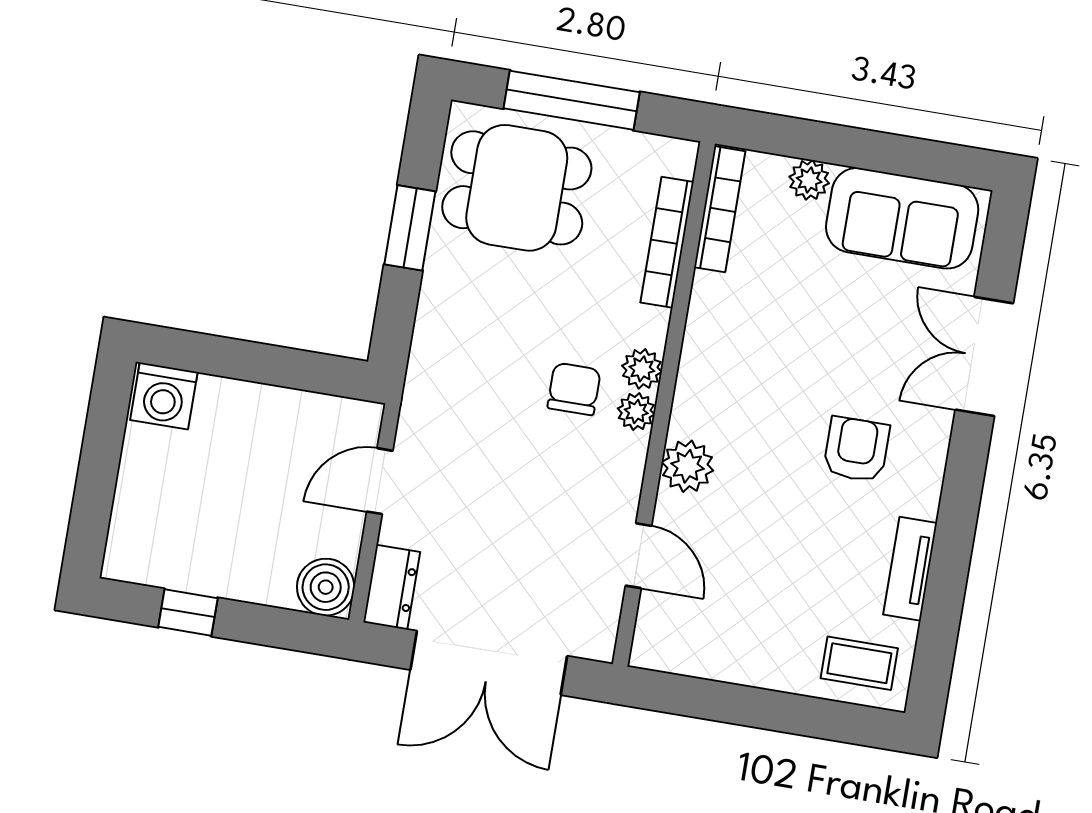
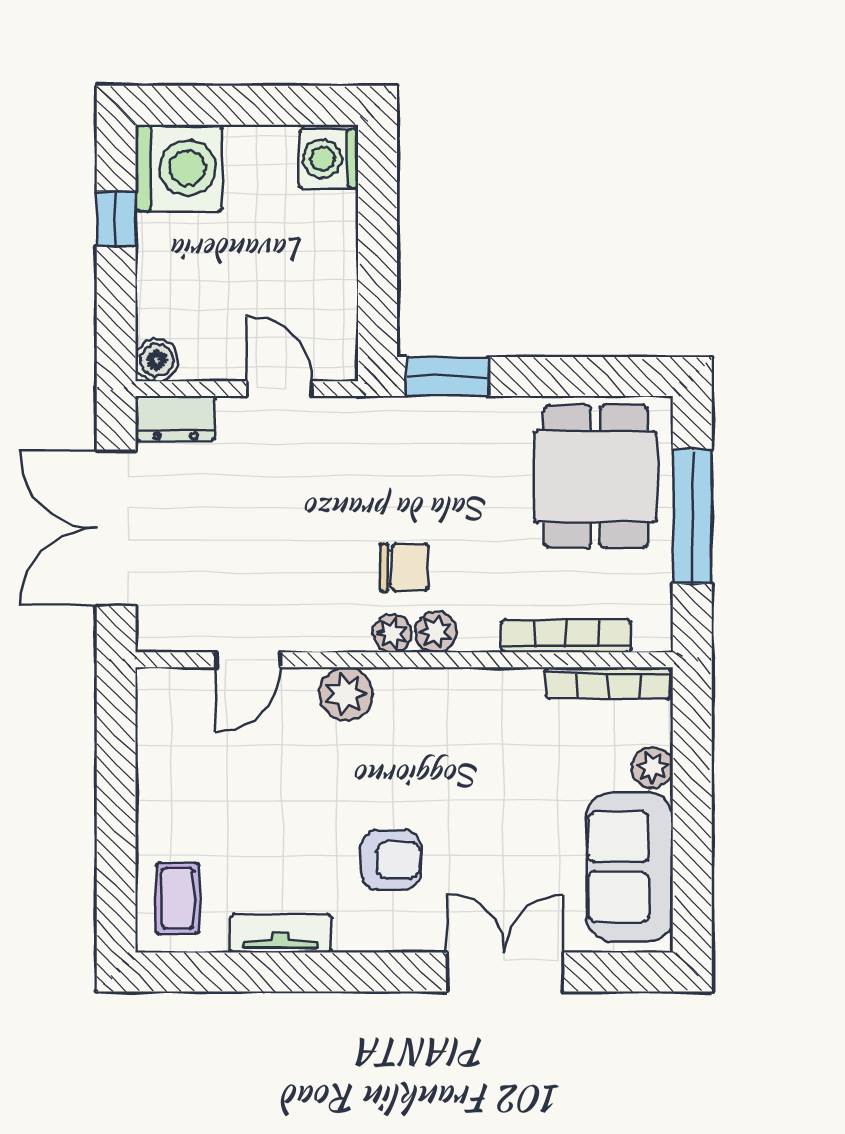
window: (410, 228) -> (448, 377), moved
washing machine: (149, 543) -> (179, 168), added
boiler: (326, 587) -> (157, 360), width x0.73, depth x0.73

